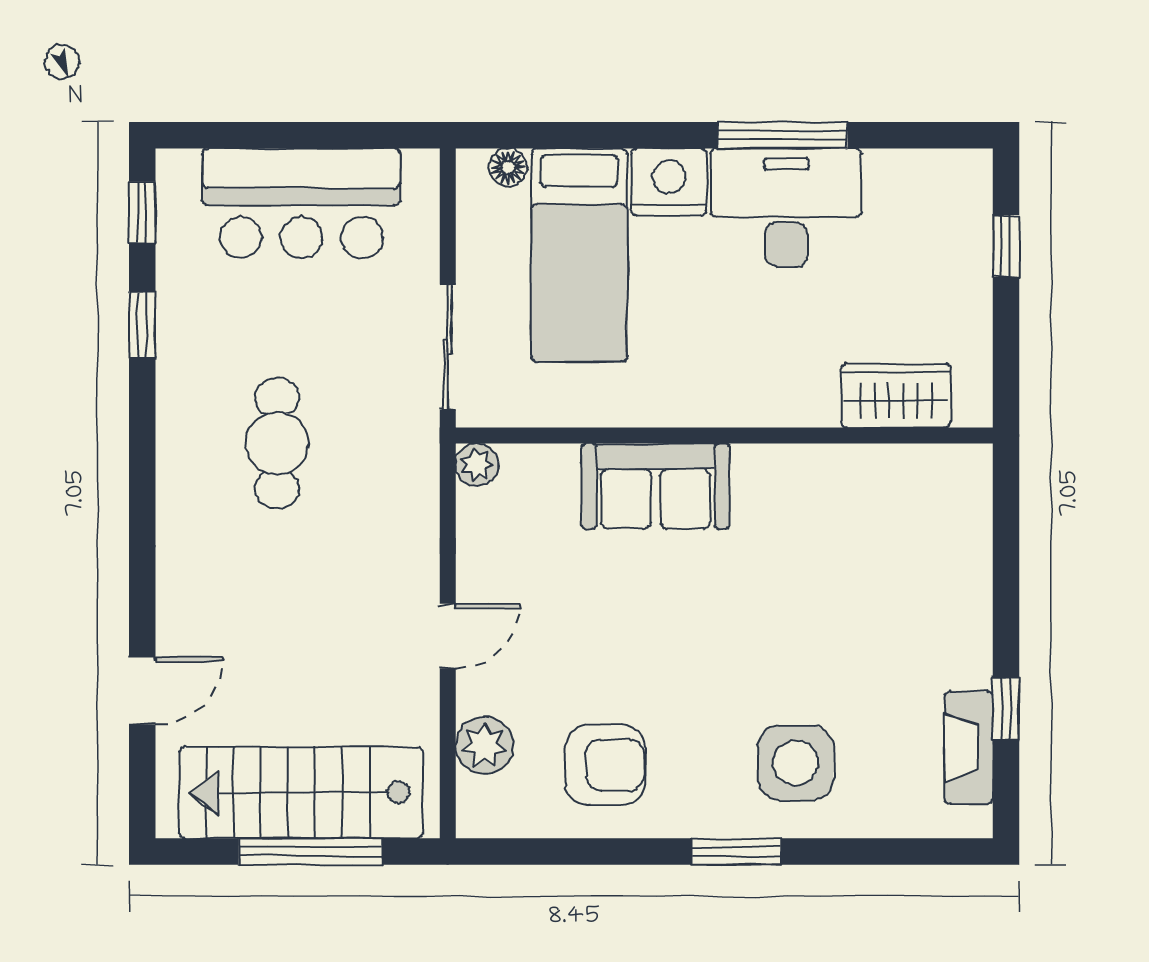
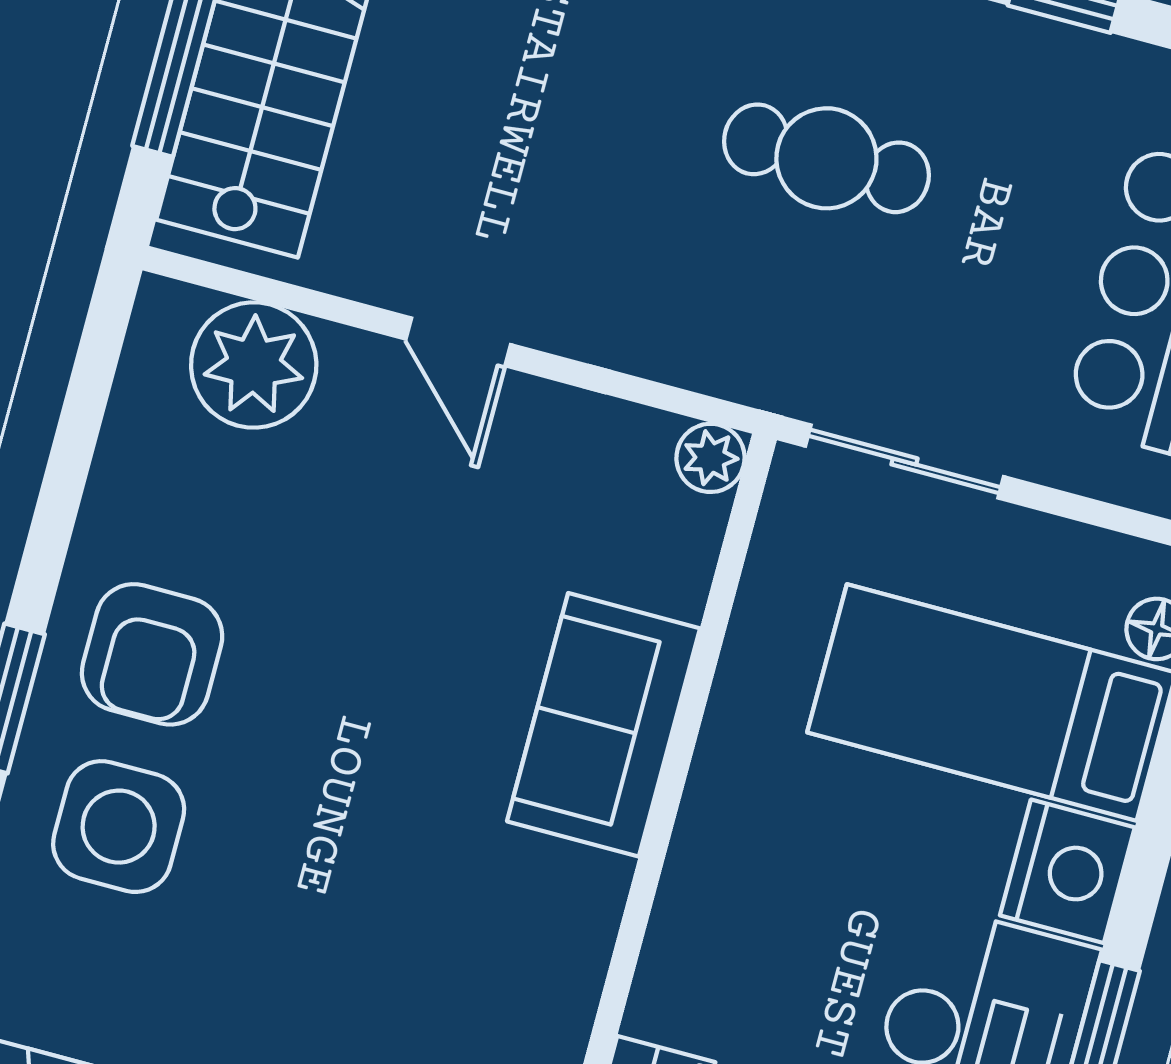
plant: (484, 745) -> (254, 365), width x1.36, depth x1.36
armchair: (605, 765) -> (152, 654), moved

